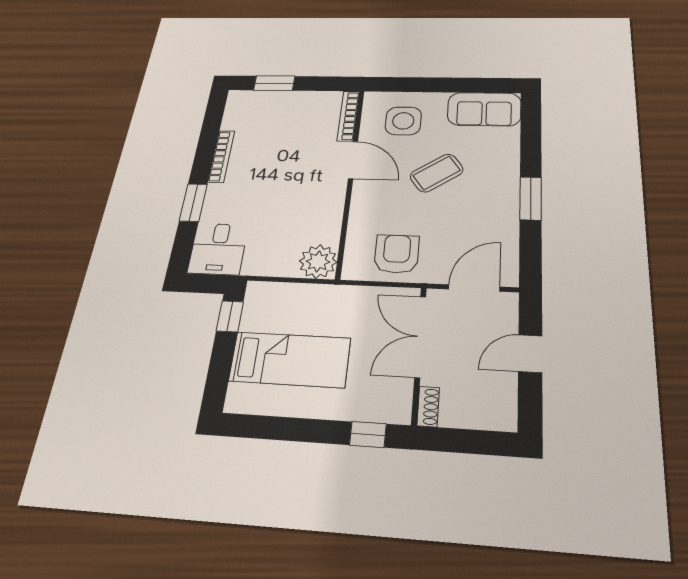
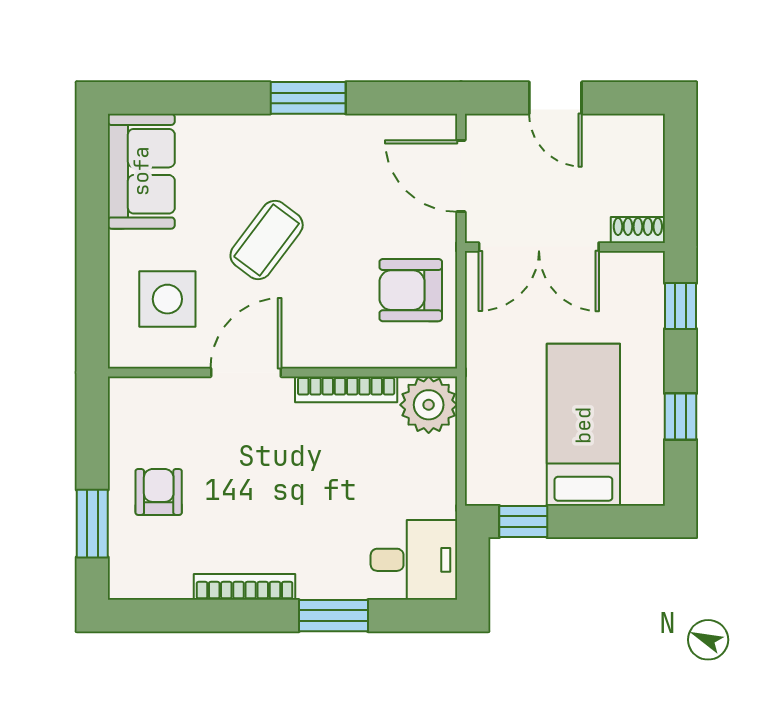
armchair: (287, 115) -> (159, 492), added
bookcase: (348, 116) -> (346, 389), moved
coffee table: (437, 173) -> (267, 240), turned 72
window: (285, 429) -> (681, 416), added

